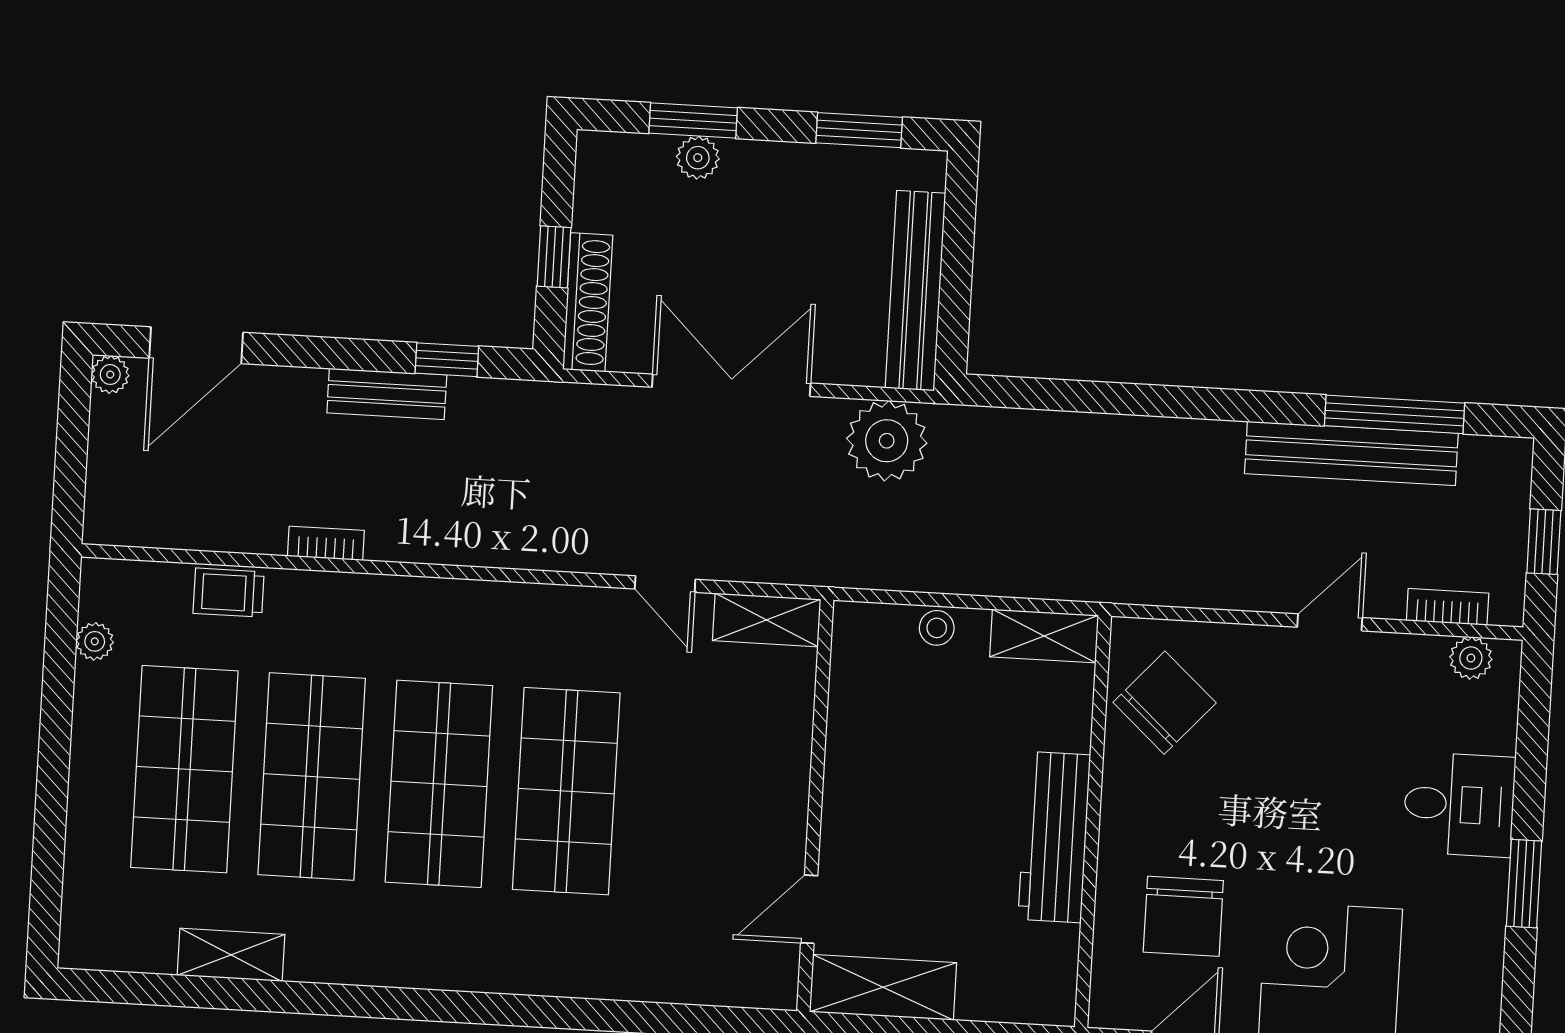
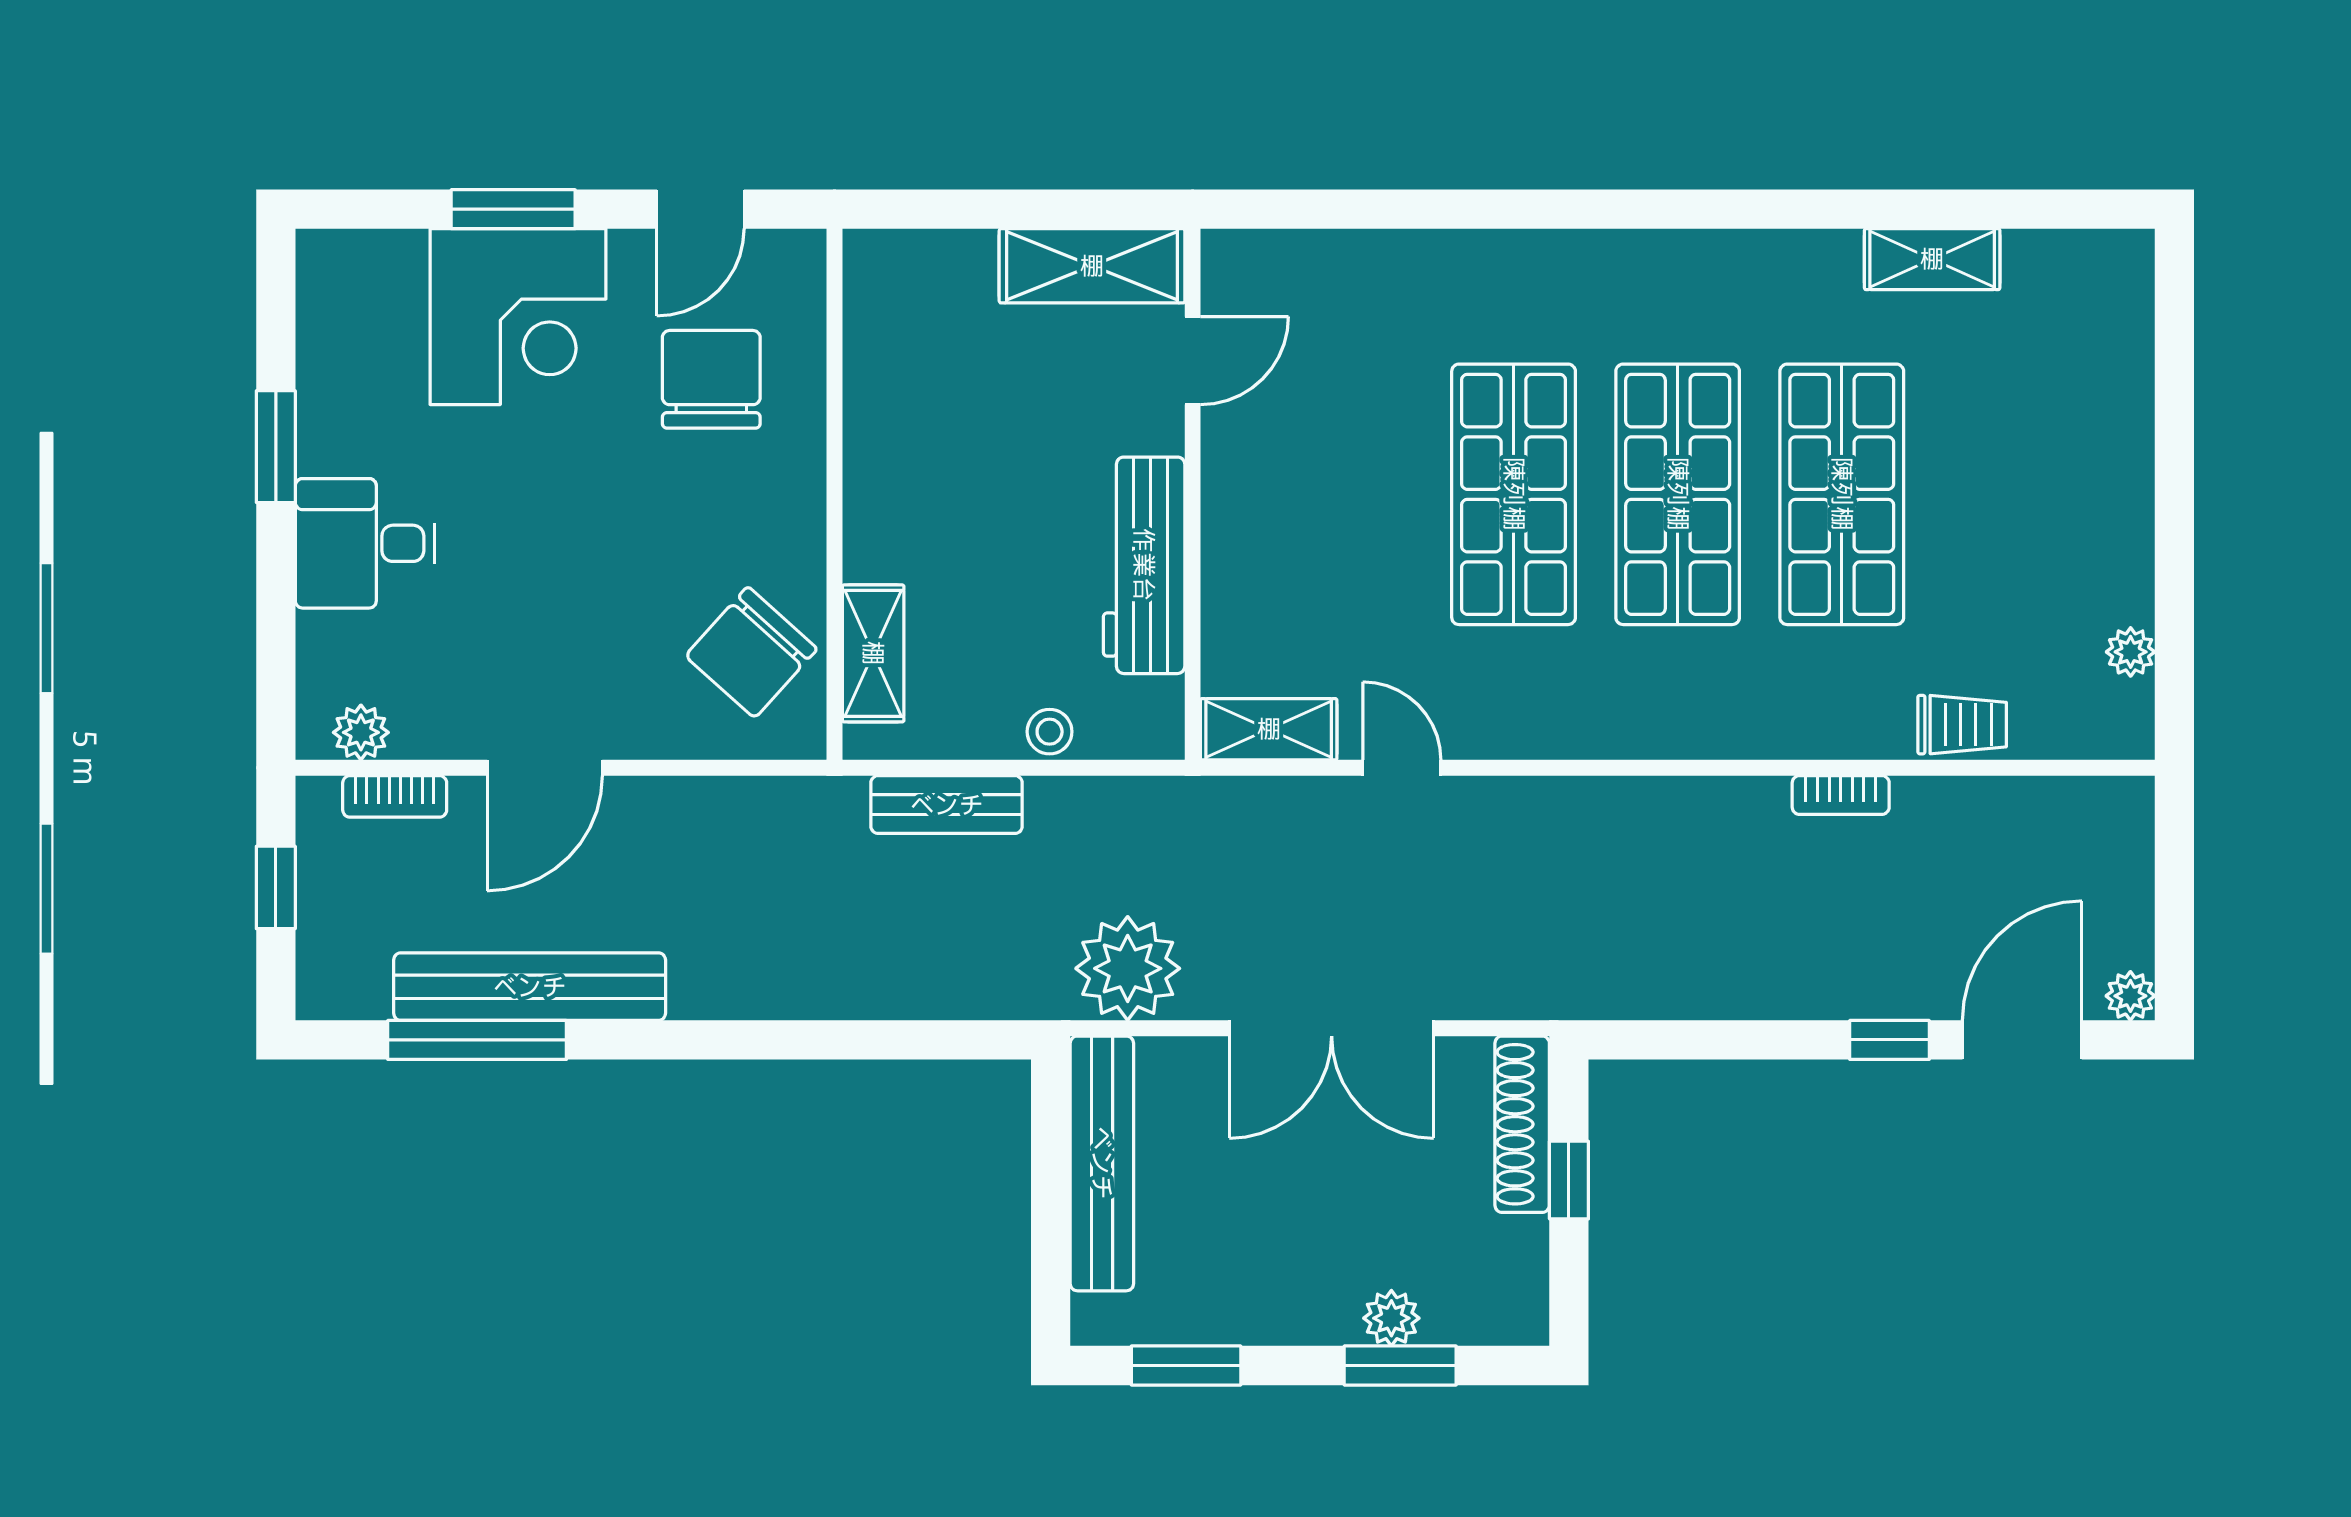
window: (447, 360) -> (1890, 1040), moved
bench: (387, 394) -> (947, 805), moved
door: (1330, 622) -> (545, 768), width x1.38
shelving: (1044, 636) -> (873, 653), moved, turned 90
shop shelf: (184, 769) -> (2006, 494), removed
workbench: (1054, 837) -> (1144, 565), moved, turned 180

